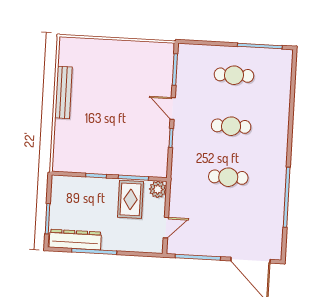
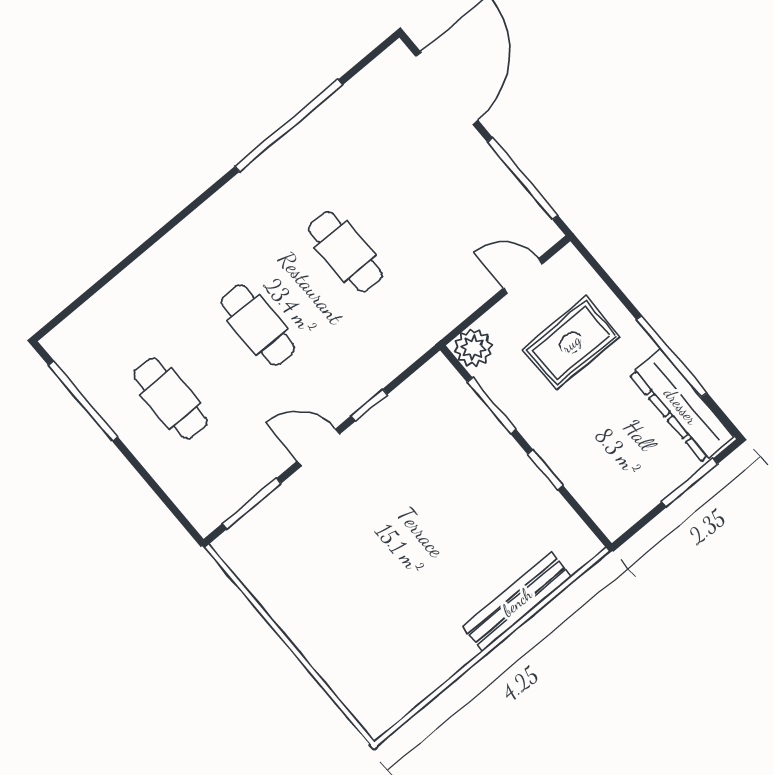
bench: (63, 92) -> (517, 602), moved
door: (173, 108) -> (318, 448), swing flipped
rug: (130, 199) -> (571, 343), moved

